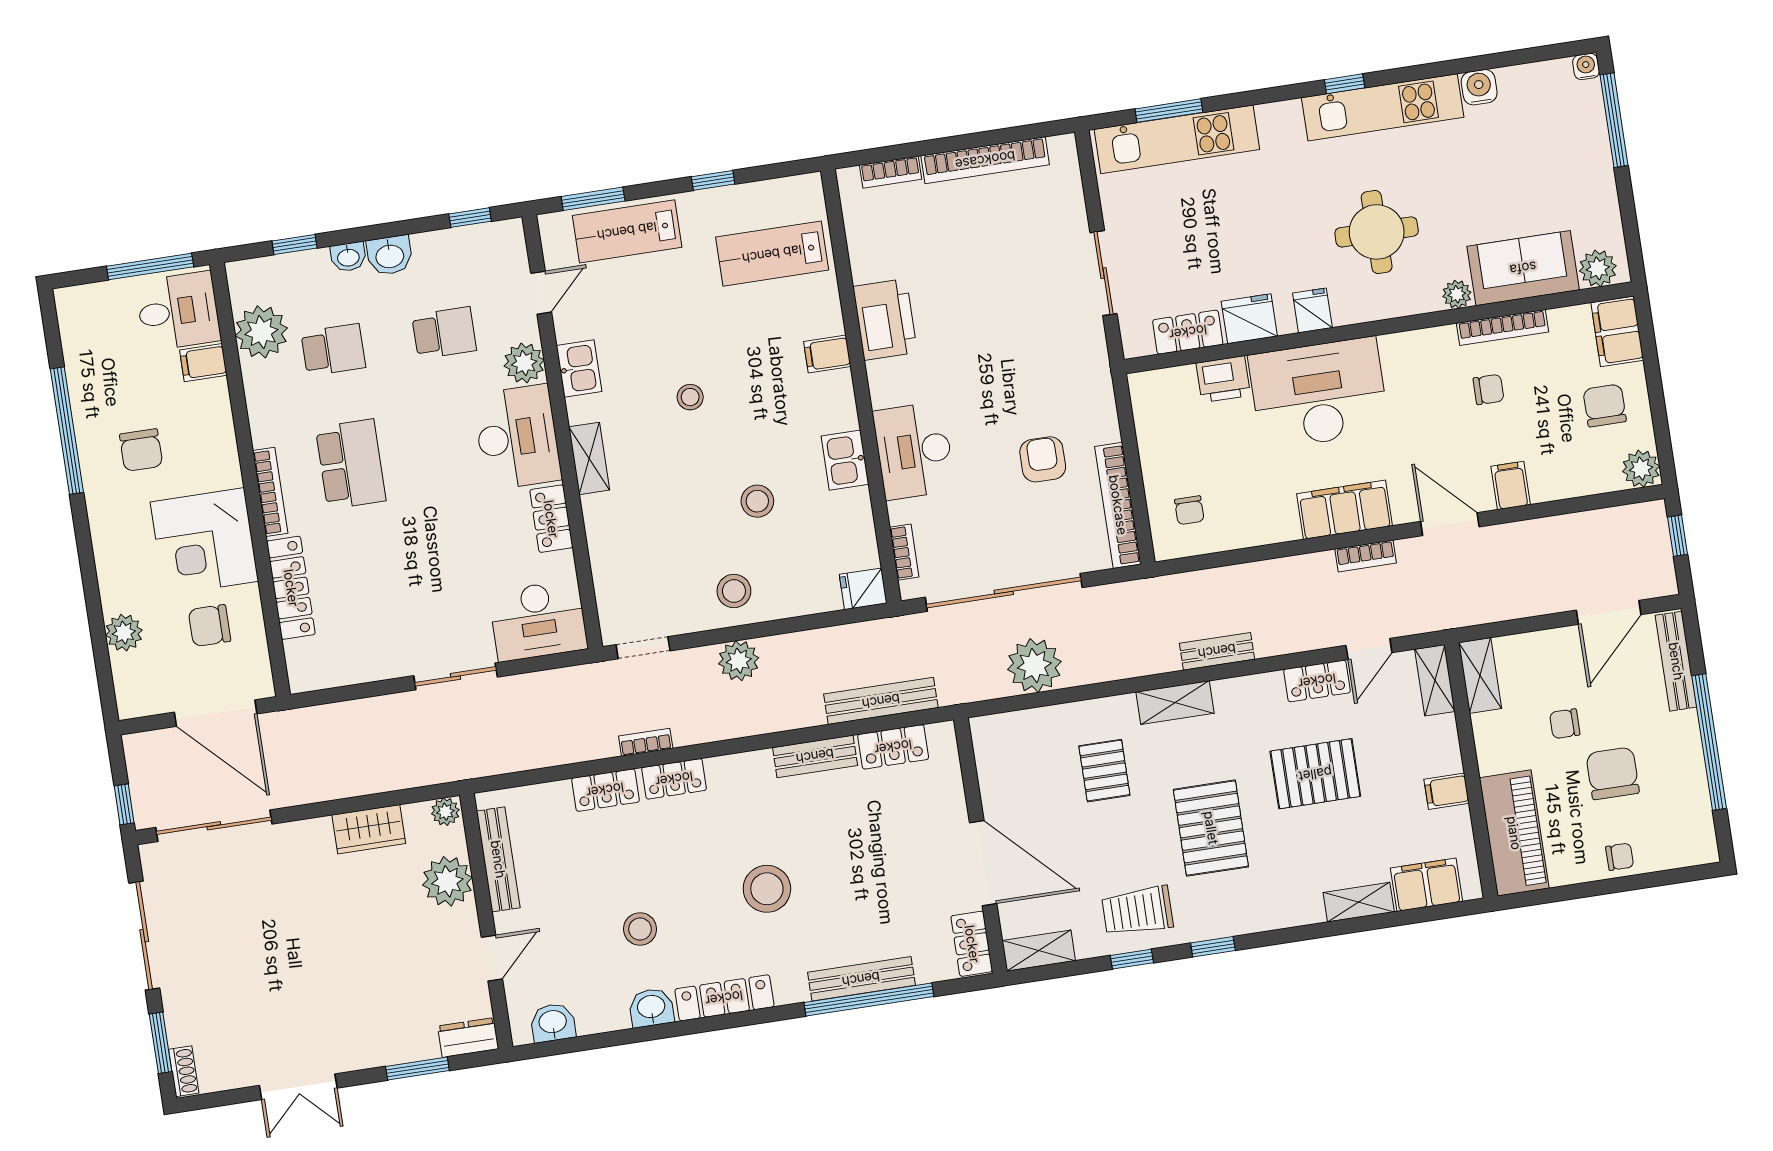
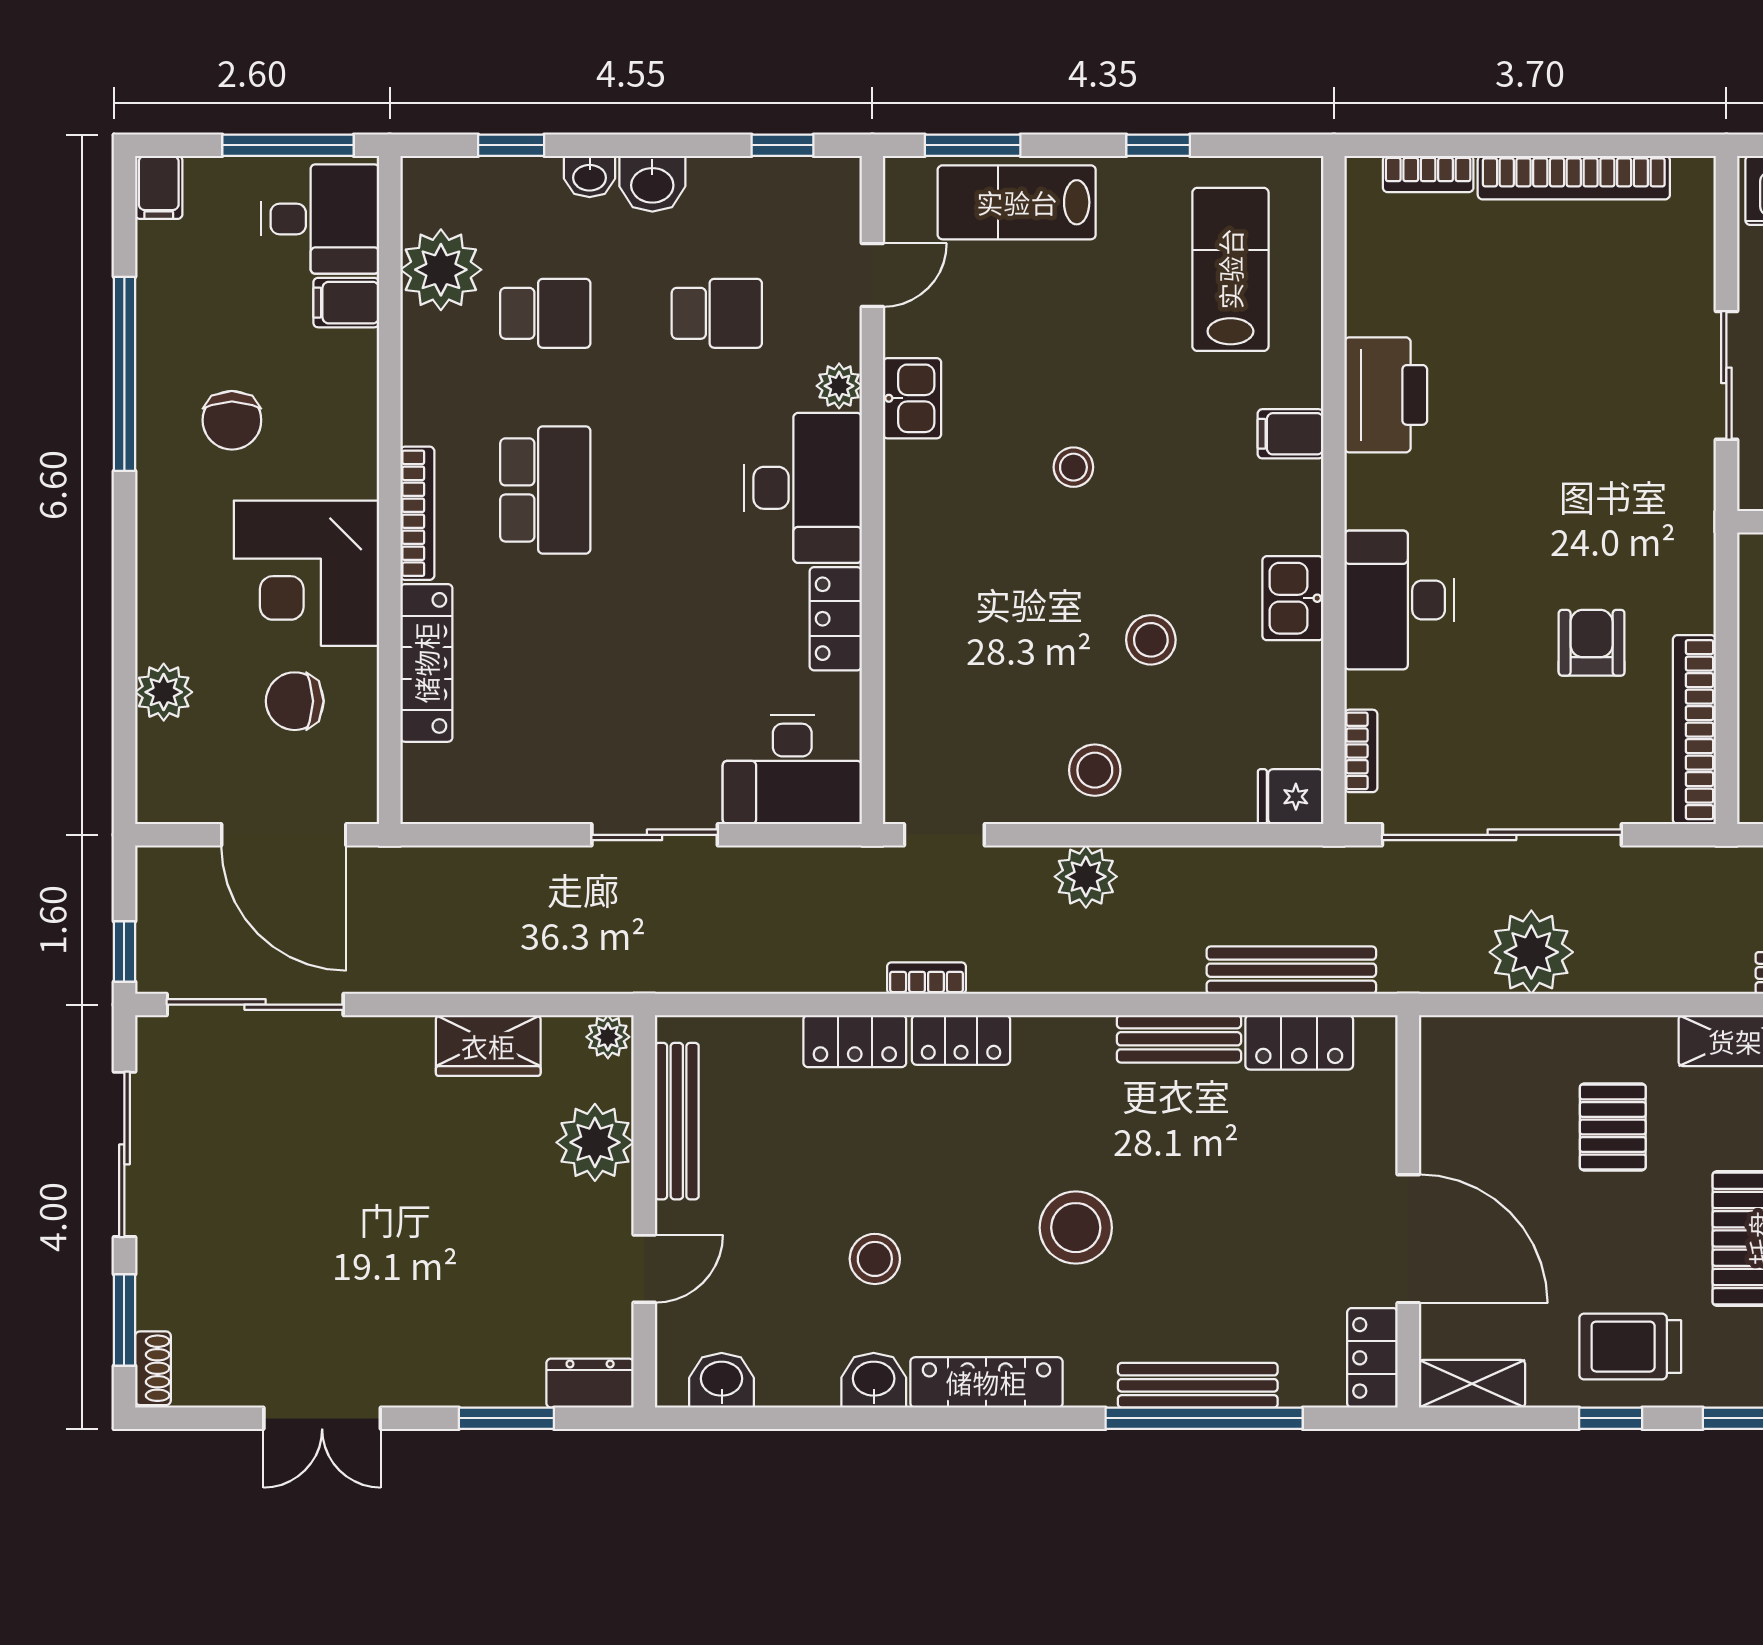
lab bench: (772, 254) -> (1230, 269), turned 90
filing cabinet: (71, 307) -> (159, 187), added
plant: (524, 363) -> (839, 386), width x0.73, depth x0.73
shelving: (589, 458) -> (907, 537), removed

